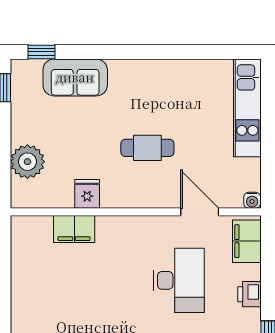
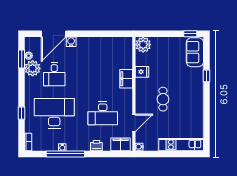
window: (42, 52) -> (207, 76), moved
sofa: (75, 77) -> (195, 52), moved
plant: (27, 162) -> (143, 45), moved
filing cabinet: (74, 229) -> (126, 79), moved

